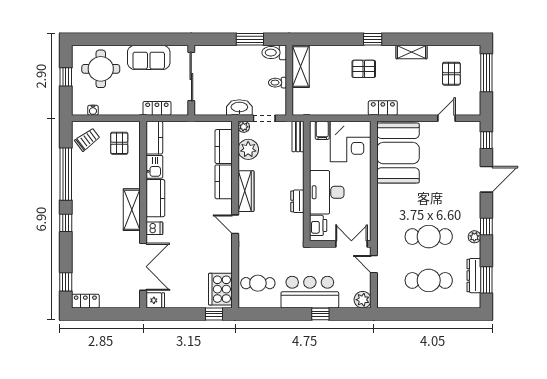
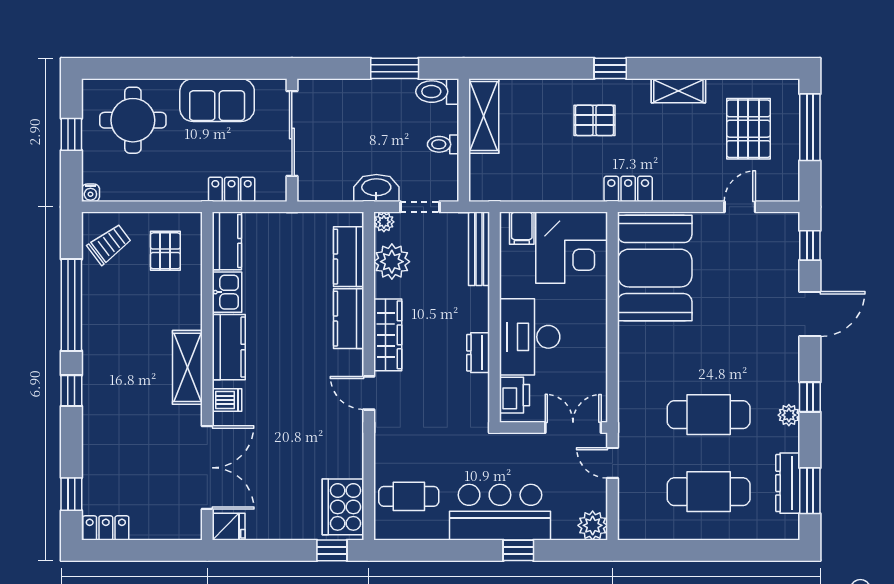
pallet: (451, 74) -> (748, 129), width x1.50, depth x1.42
water cooler: (93, 110) -> (90, 193), moved
bench: (298, 136) -> (479, 249), width x1.36

